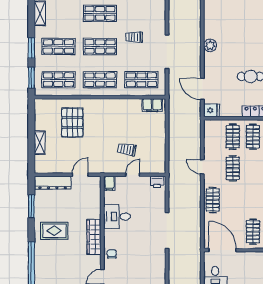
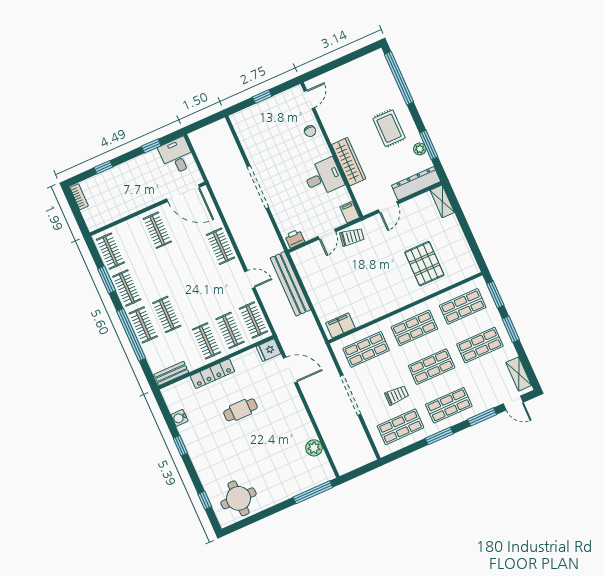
shop shelf: (141, 13) -> (400, 427), added
plant: (210, 45) -> (314, 448), moved
shelving: (40, 143) -> (442, 201), moved
trolley: (127, 149) -> (352, 237), moved
bench: (175, 151) -> (290, 284), added
clothes rail: (233, 168) -> (253, 320), moved
plant: (39, 206) -> (420, 149), added
rug: (54, 231) -> (389, 128), turned 90
wardrobe: (94, 237) -> (349, 162), moved

